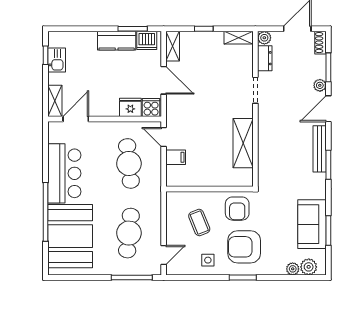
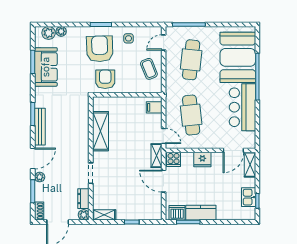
shelving: (173, 46) -> (156, 156), moved
fridge: (130, 107) -> (202, 160), moved
filing cabinet: (176, 157) -> (154, 107), moved
coffee table: (199, 222) -> (149, 69), moved
armchair: (244, 247) -> (100, 49), turned -92

